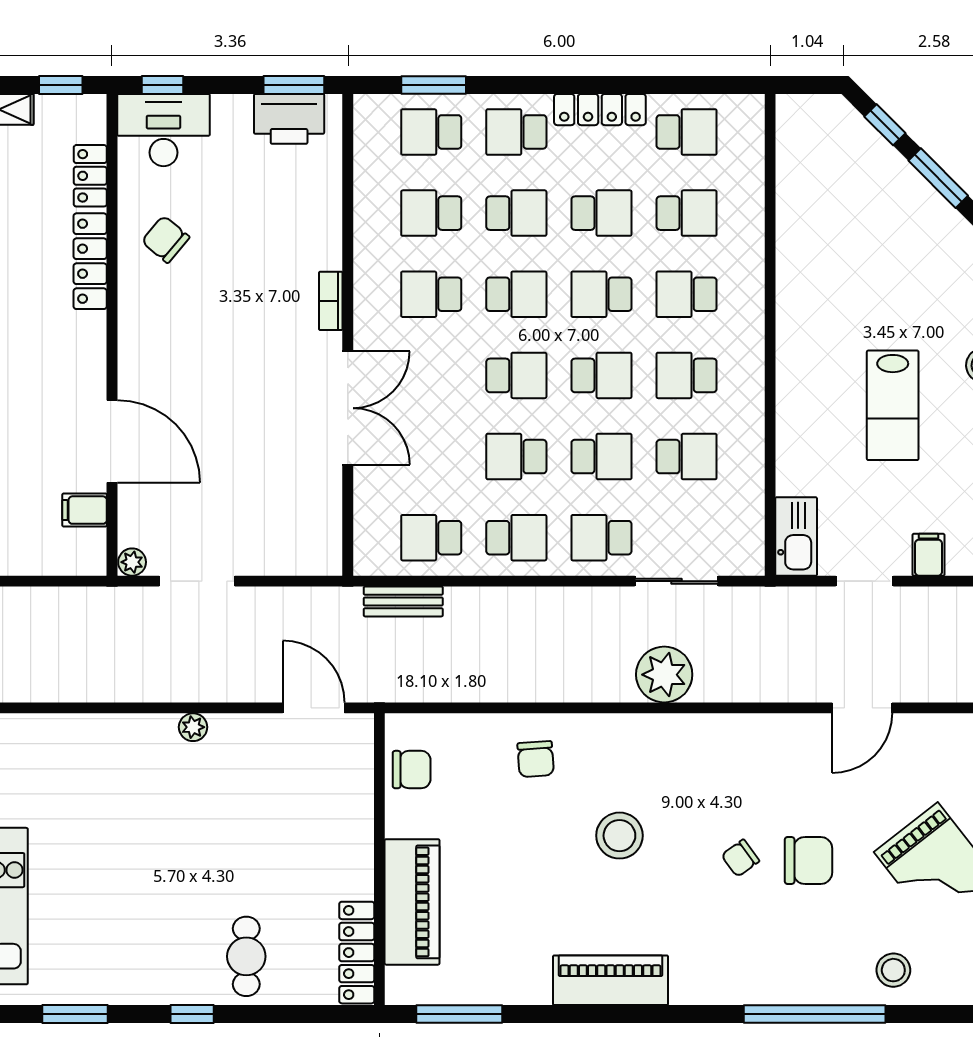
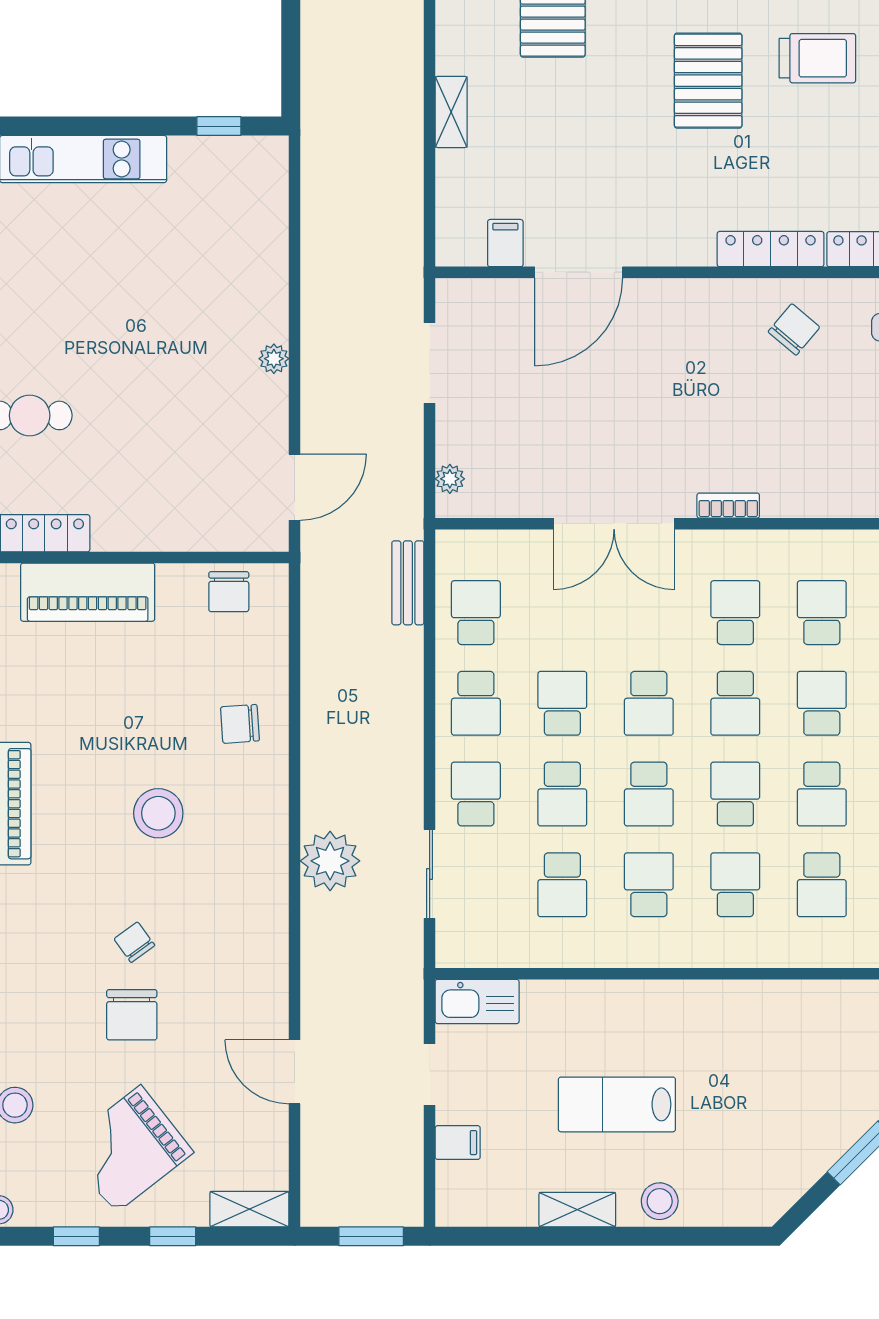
school desk: (516, 213) -> (822, 703), turned 180
plant: (132, 562) -> (450, 479), moved

